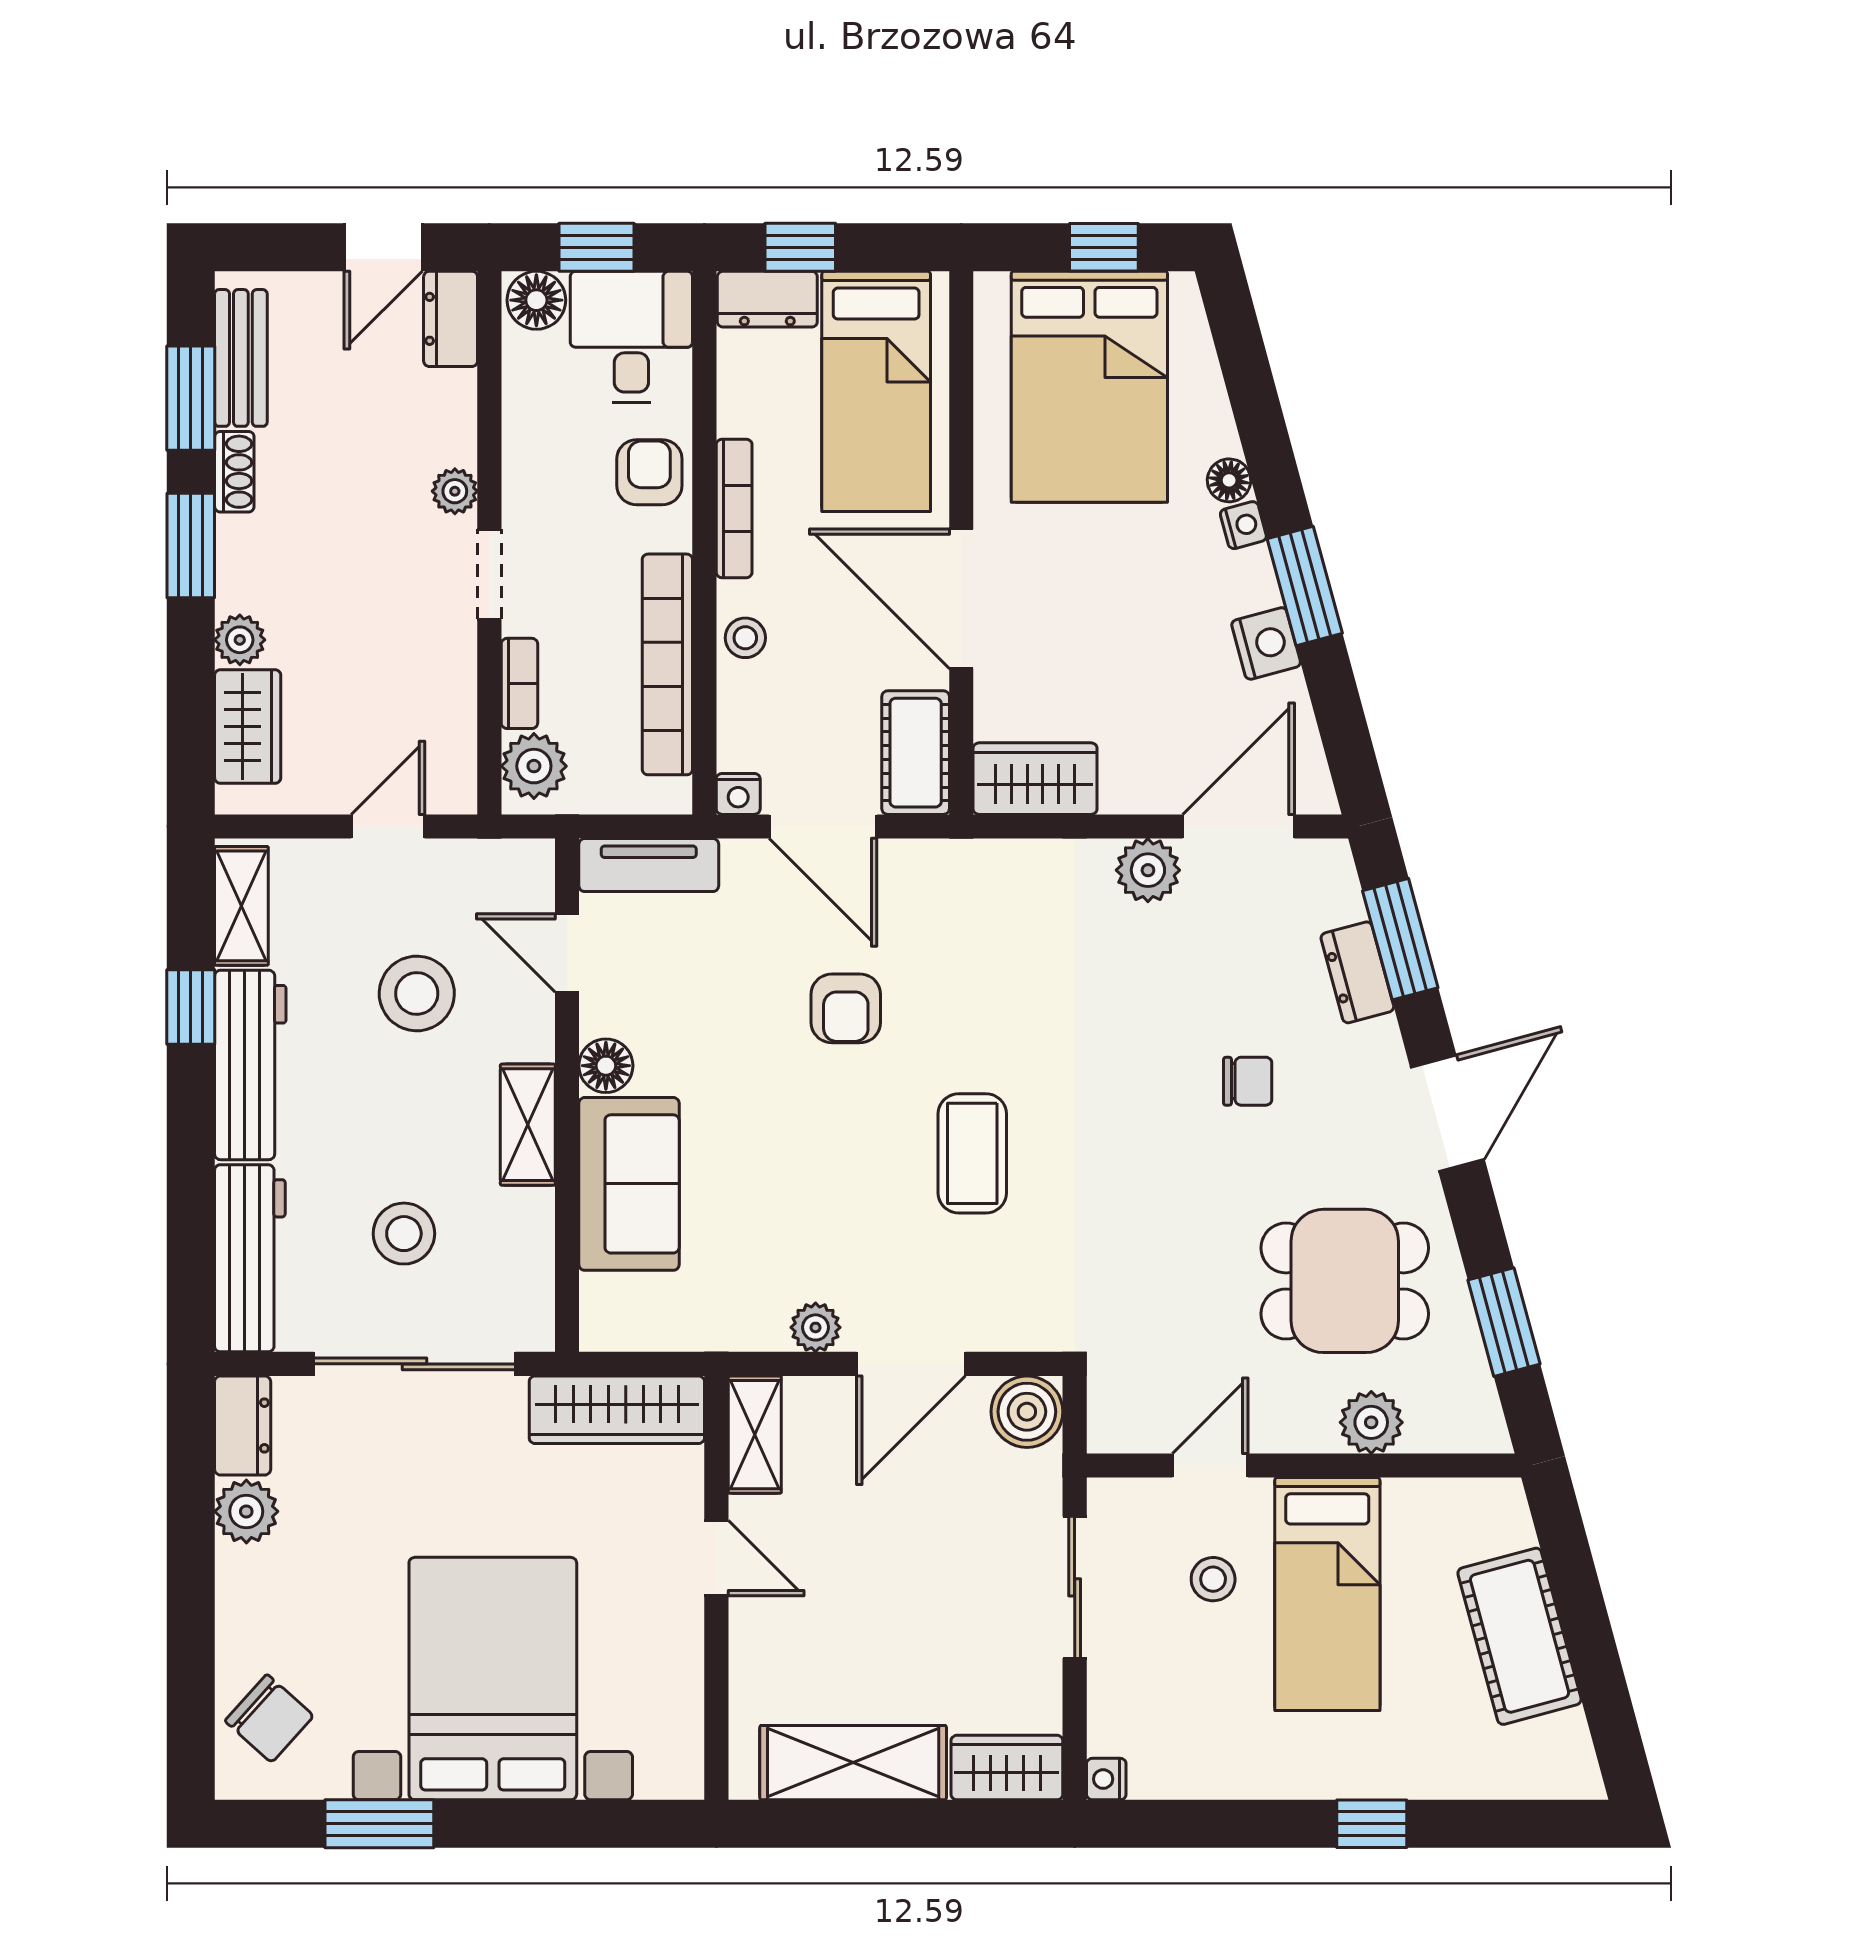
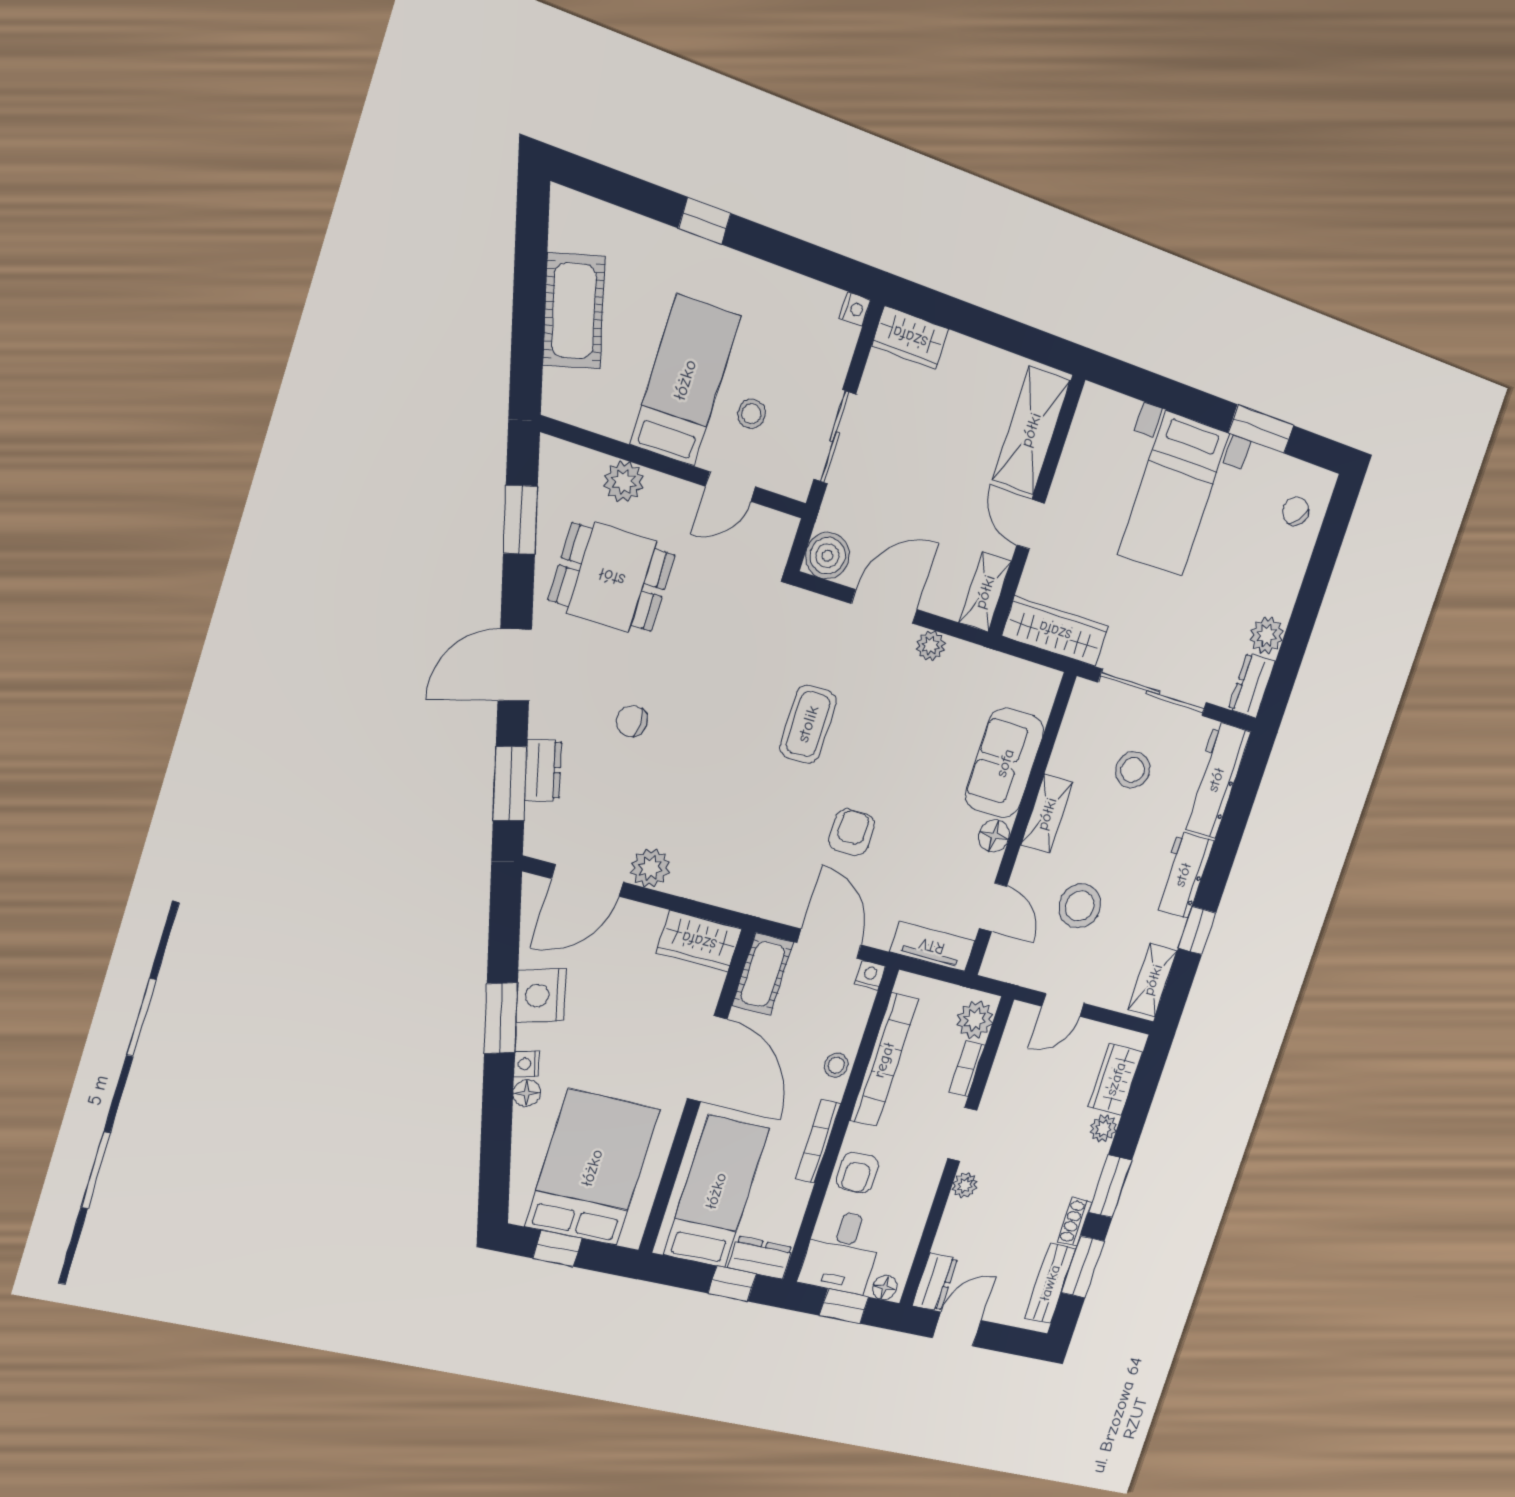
floor lamp: (536, 300) -> (885, 1288), width x0.73, depth x0.73
nightstand: (1266, 643) -> (541, 995), width x1.36, depth x1.33
workbench: (250, 1065) -> (1183, 875), width x0.73
bed with nightstands: (493, 1679) -> (1174, 494), width x0.73
chair: (269, 1718) -> (1296, 511), width x0.73, depth x0.73
shelving: (853, 1763) -> (1031, 430), moved, turned 90

